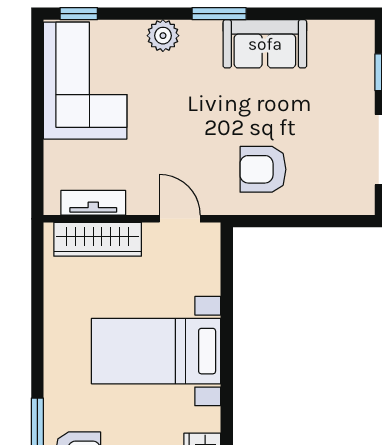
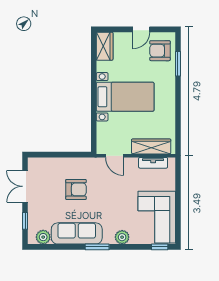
plant: (340, 36) -> (43, 237), added
sofa: (265, 44) -> (77, 233), width x1.36
armchair: (263, 169) -> (76, 189), moved

